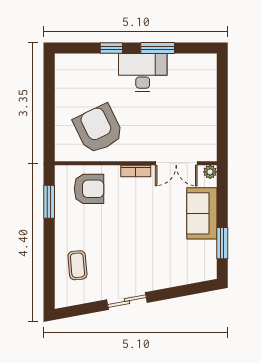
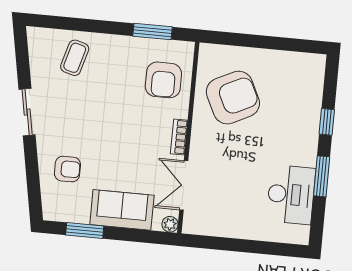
desk: (143, 72) -> (291, 195), moved
armchair: (172, 263) -> (67, 169), added
coffee table: (77, 265) -> (75, 58), turned -69

